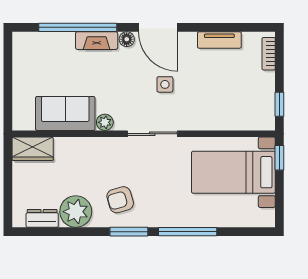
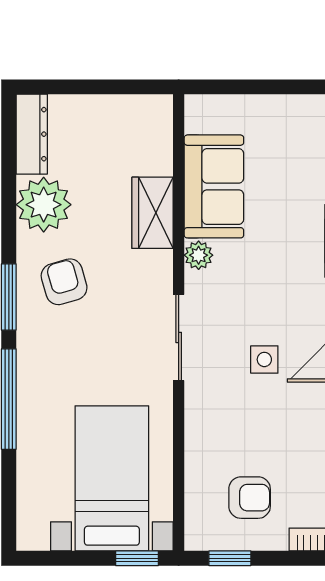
armchair: (244, 93) -> (250, 498), added
wardrobe: (33, 149) -> (153, 213), moved
dresser: (42, 218) -> (32, 134), width x1.44

